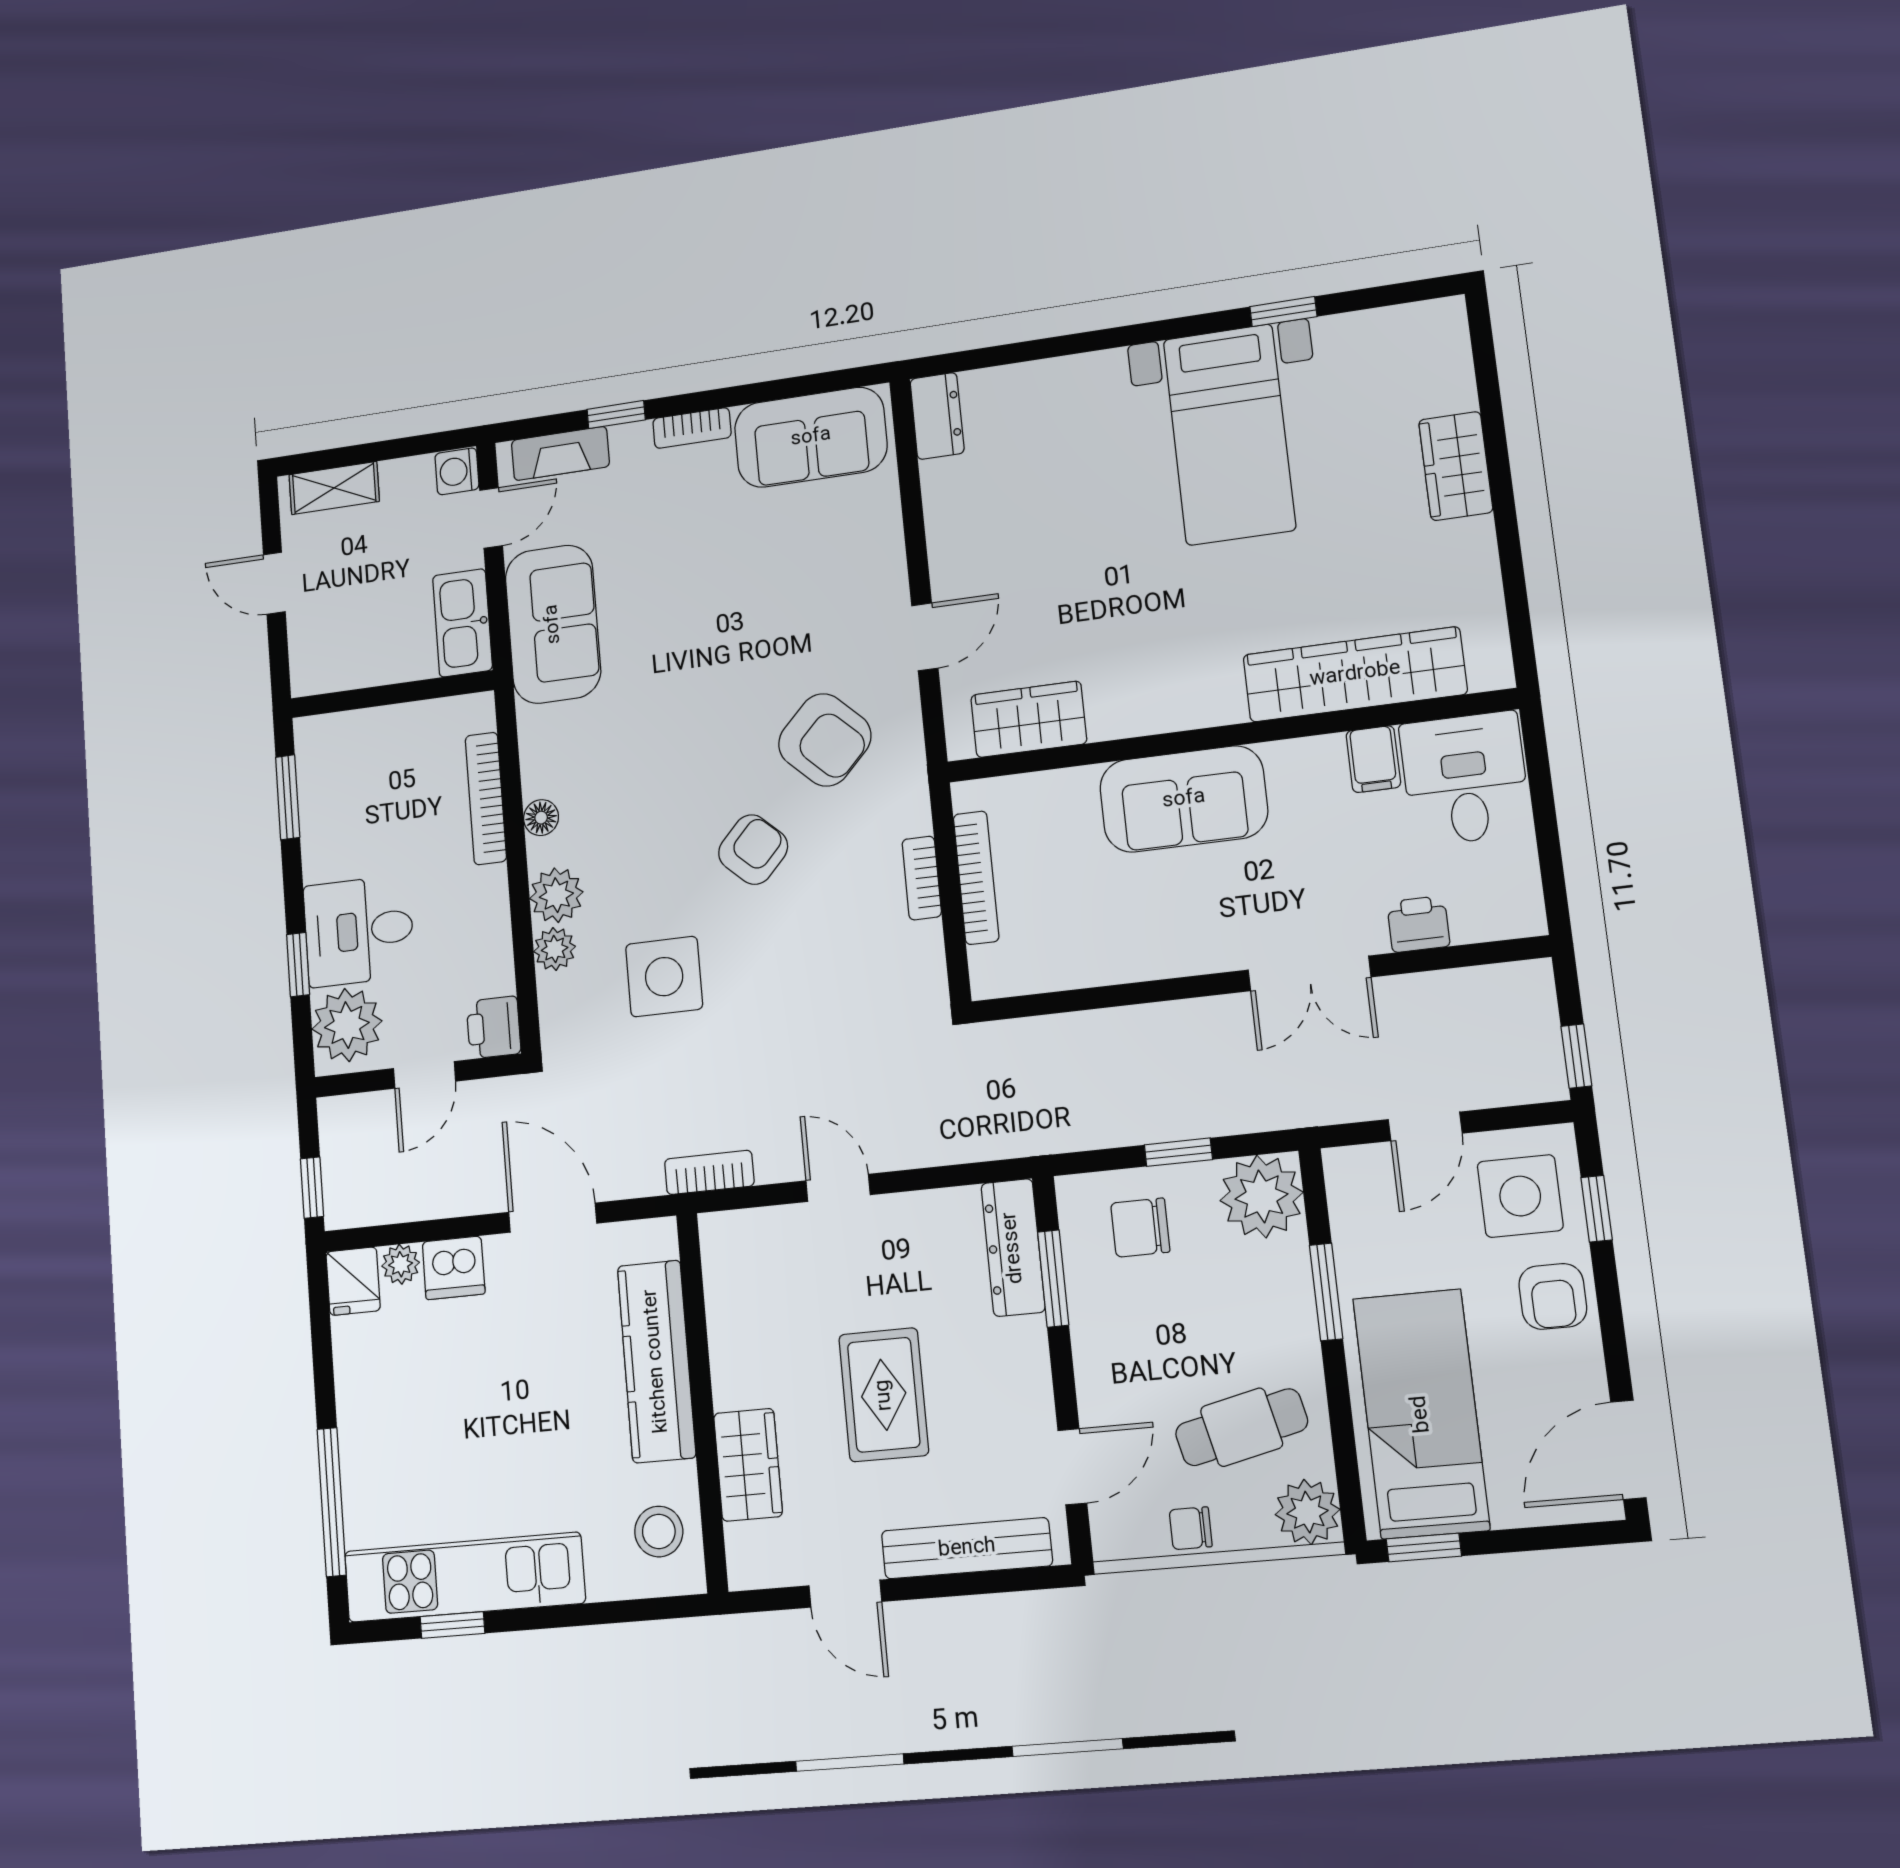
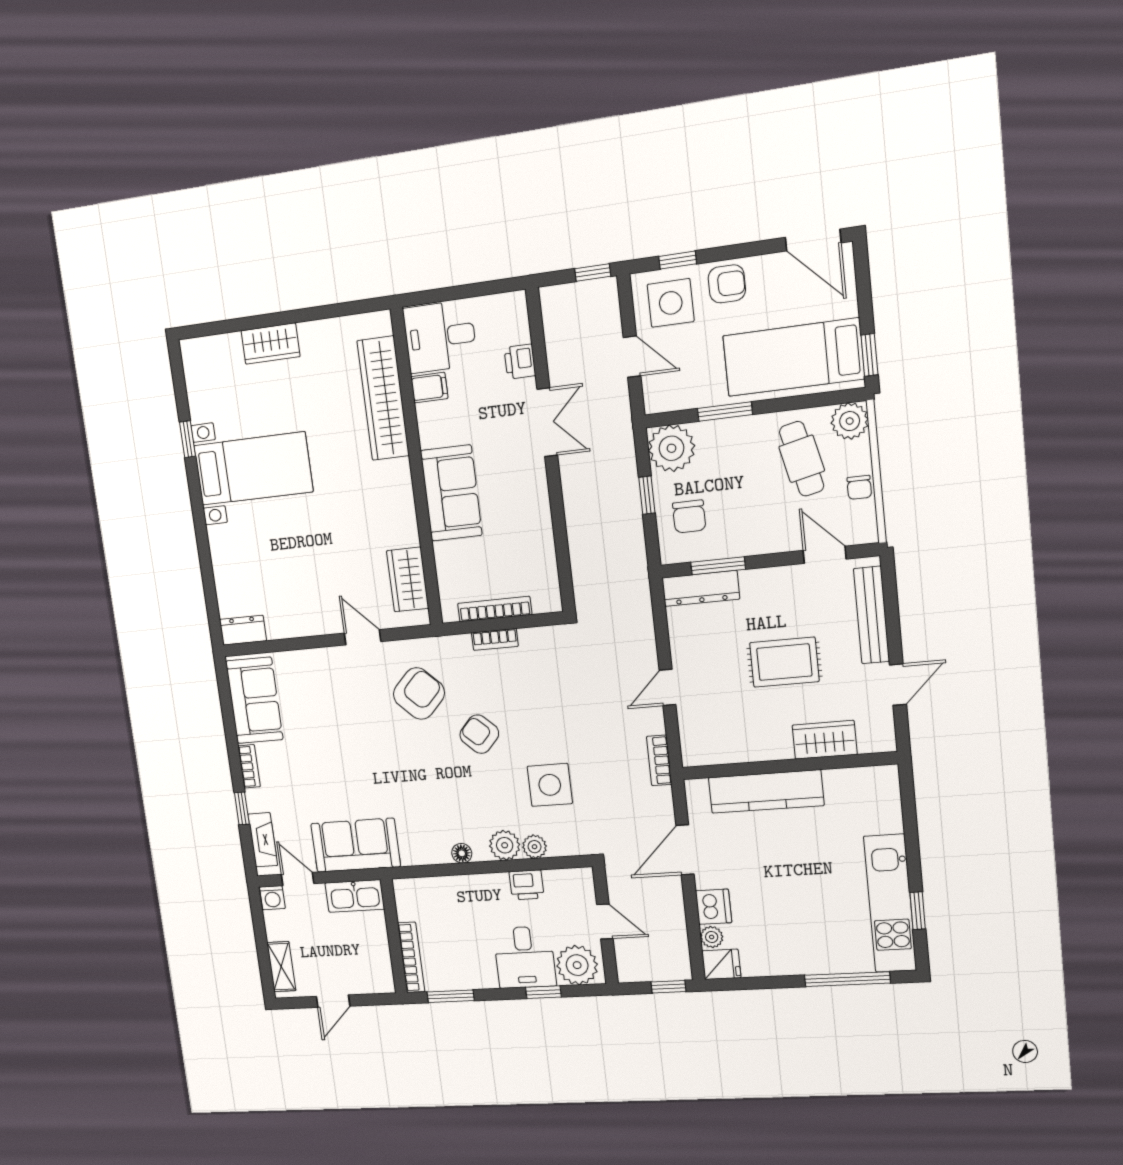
bookcase: (486, 798) -> (411, 957), moved, turned -90
printer: (494, 1027) -> (527, 885), moved
stool: (659, 1532) -> (863, 791), removed

